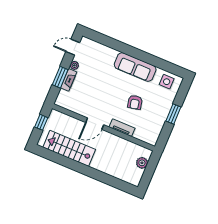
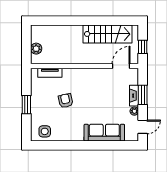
sofa: (135, 67) -> (104, 133), moved
door: (95, 124) -> (121, 66), moved
tv unit: (122, 128) -> (50, 73), moved

